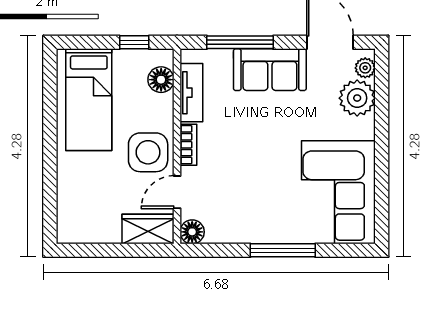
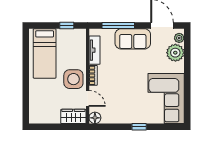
floor lamp: (161, 80) -> (80, 44), removed
door: (177, 192) -> (88, 98), swing flipped
window: (283, 250) -> (139, 127), width x0.46

